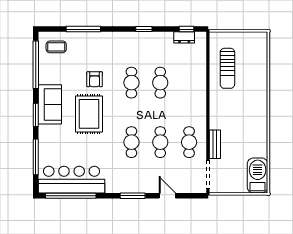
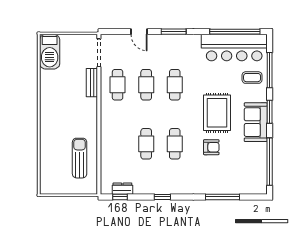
coffee table: (56, 47) -> (252, 78), moved
armchair: (95, 79) -> (211, 147), turned 90

